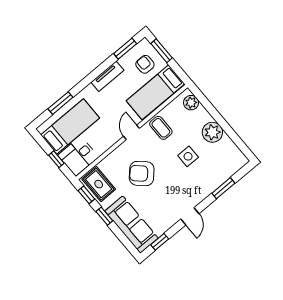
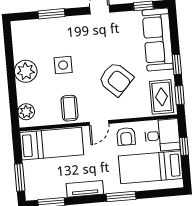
armchair: (145, 64) -> (126, 136), moved
window: (60, 103) -> (121, 197), moved

